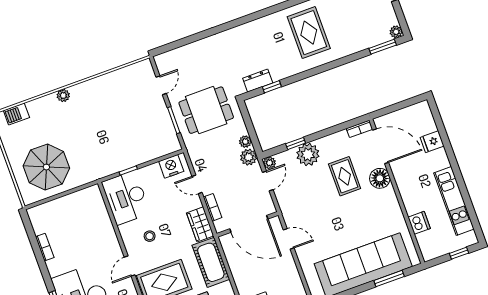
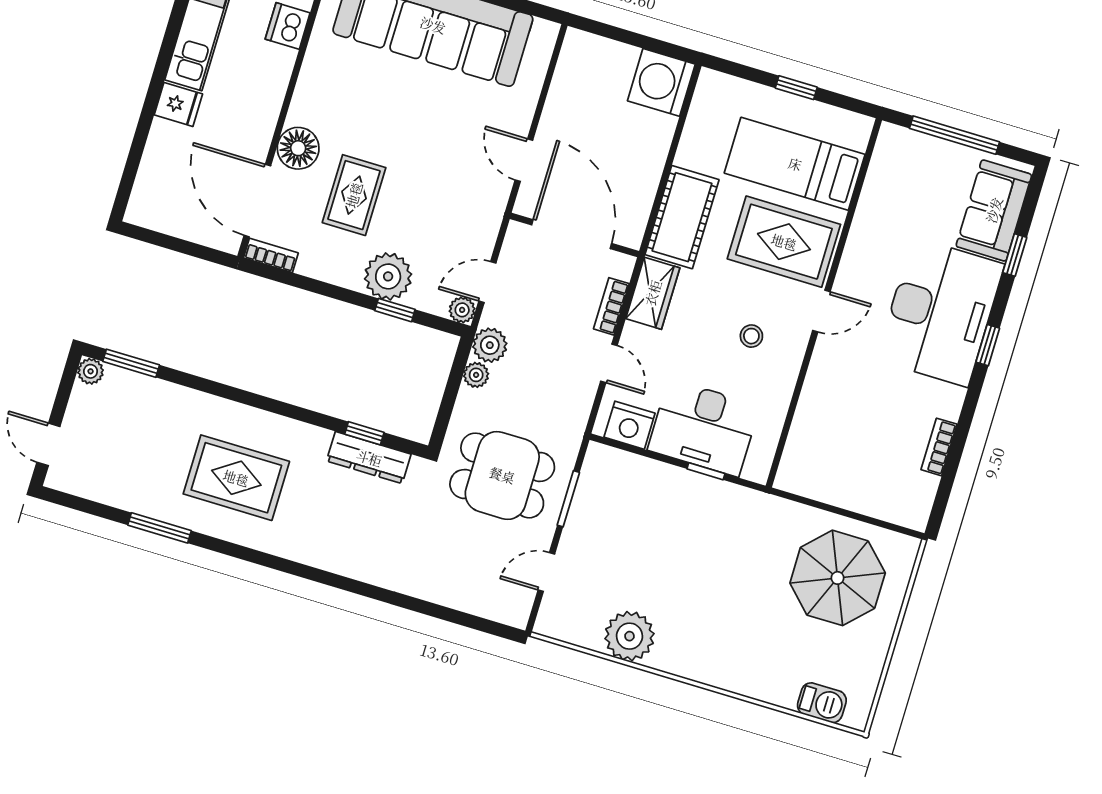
rug: (309, 33) -> (236, 478), turned 90
dresser: (258, 81) -> (369, 458), width x1.44
plant: (63, 96) -> (629, 636), moved, width x1.87, depth x1.87
fridge: (432, 142) -> (178, 104), moved
desk: (126, 198) -> (704, 428), moved, turned 90

